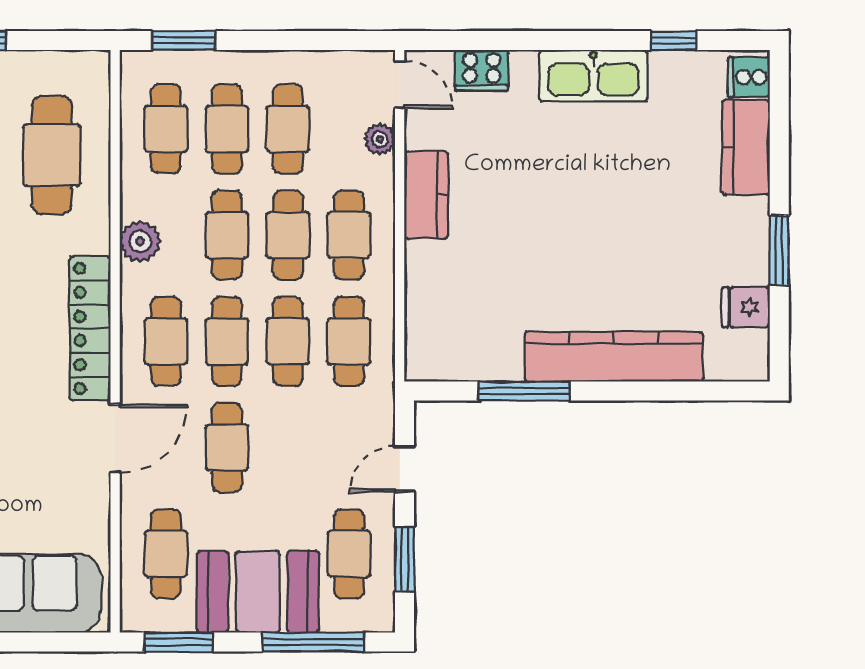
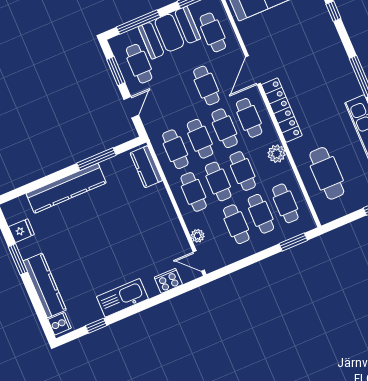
kitchen counter: (746, 147) -> (45, 285), width x1.50
kitchen counter: (426, 195) -> (146, 167), moved

